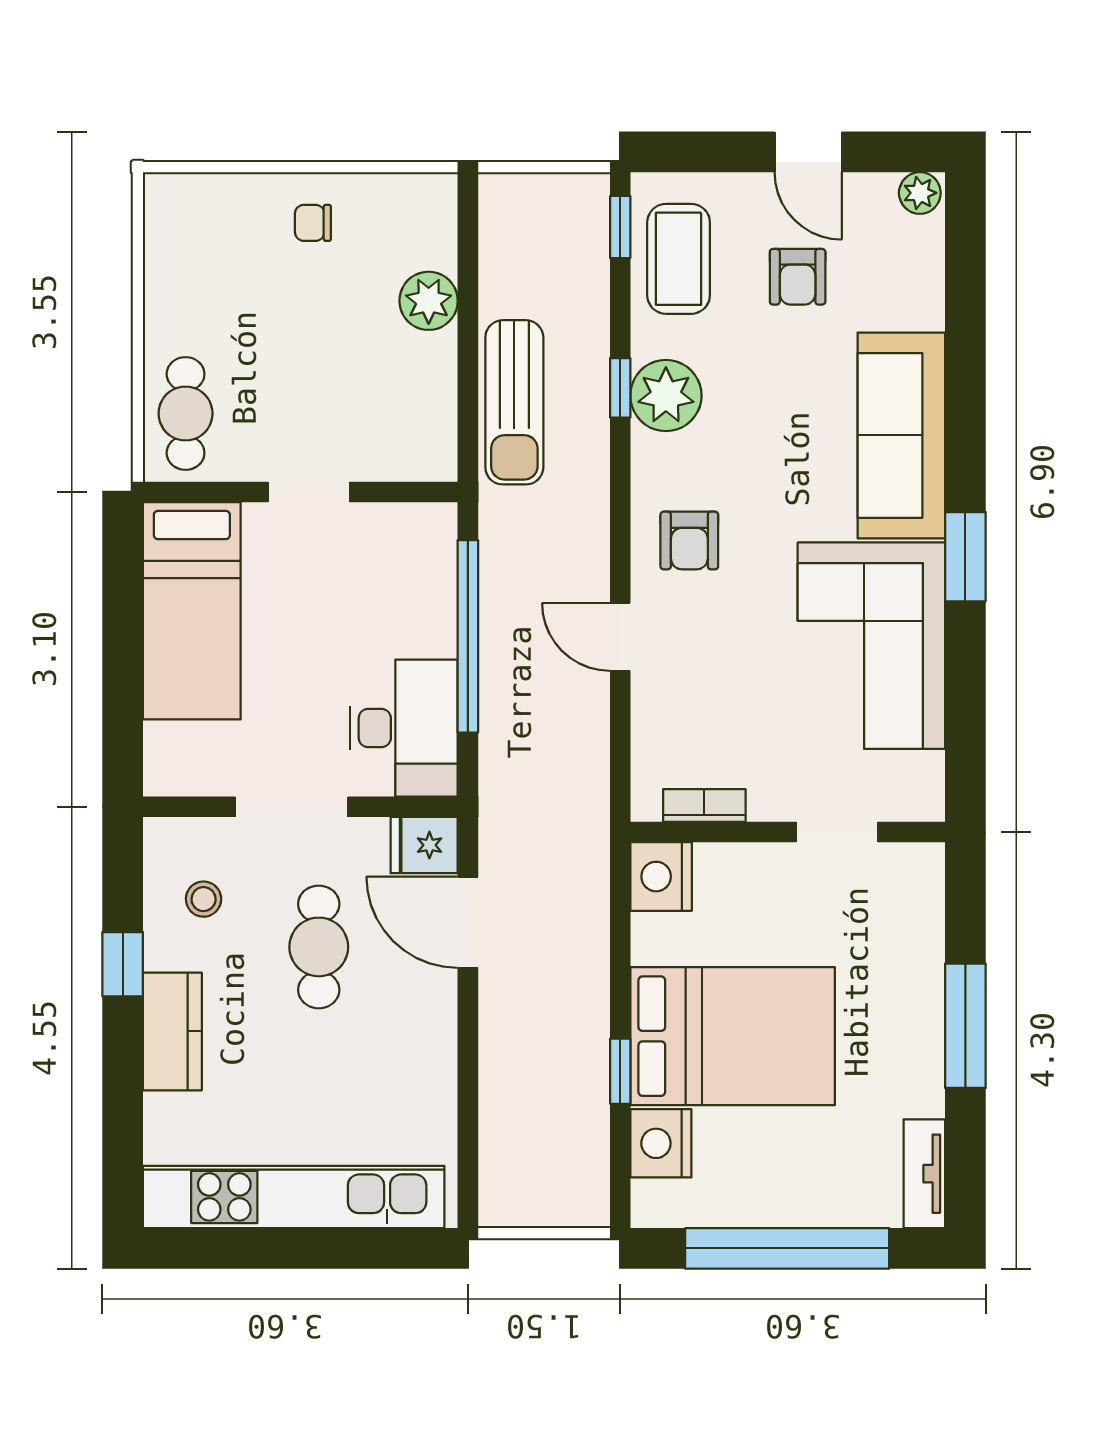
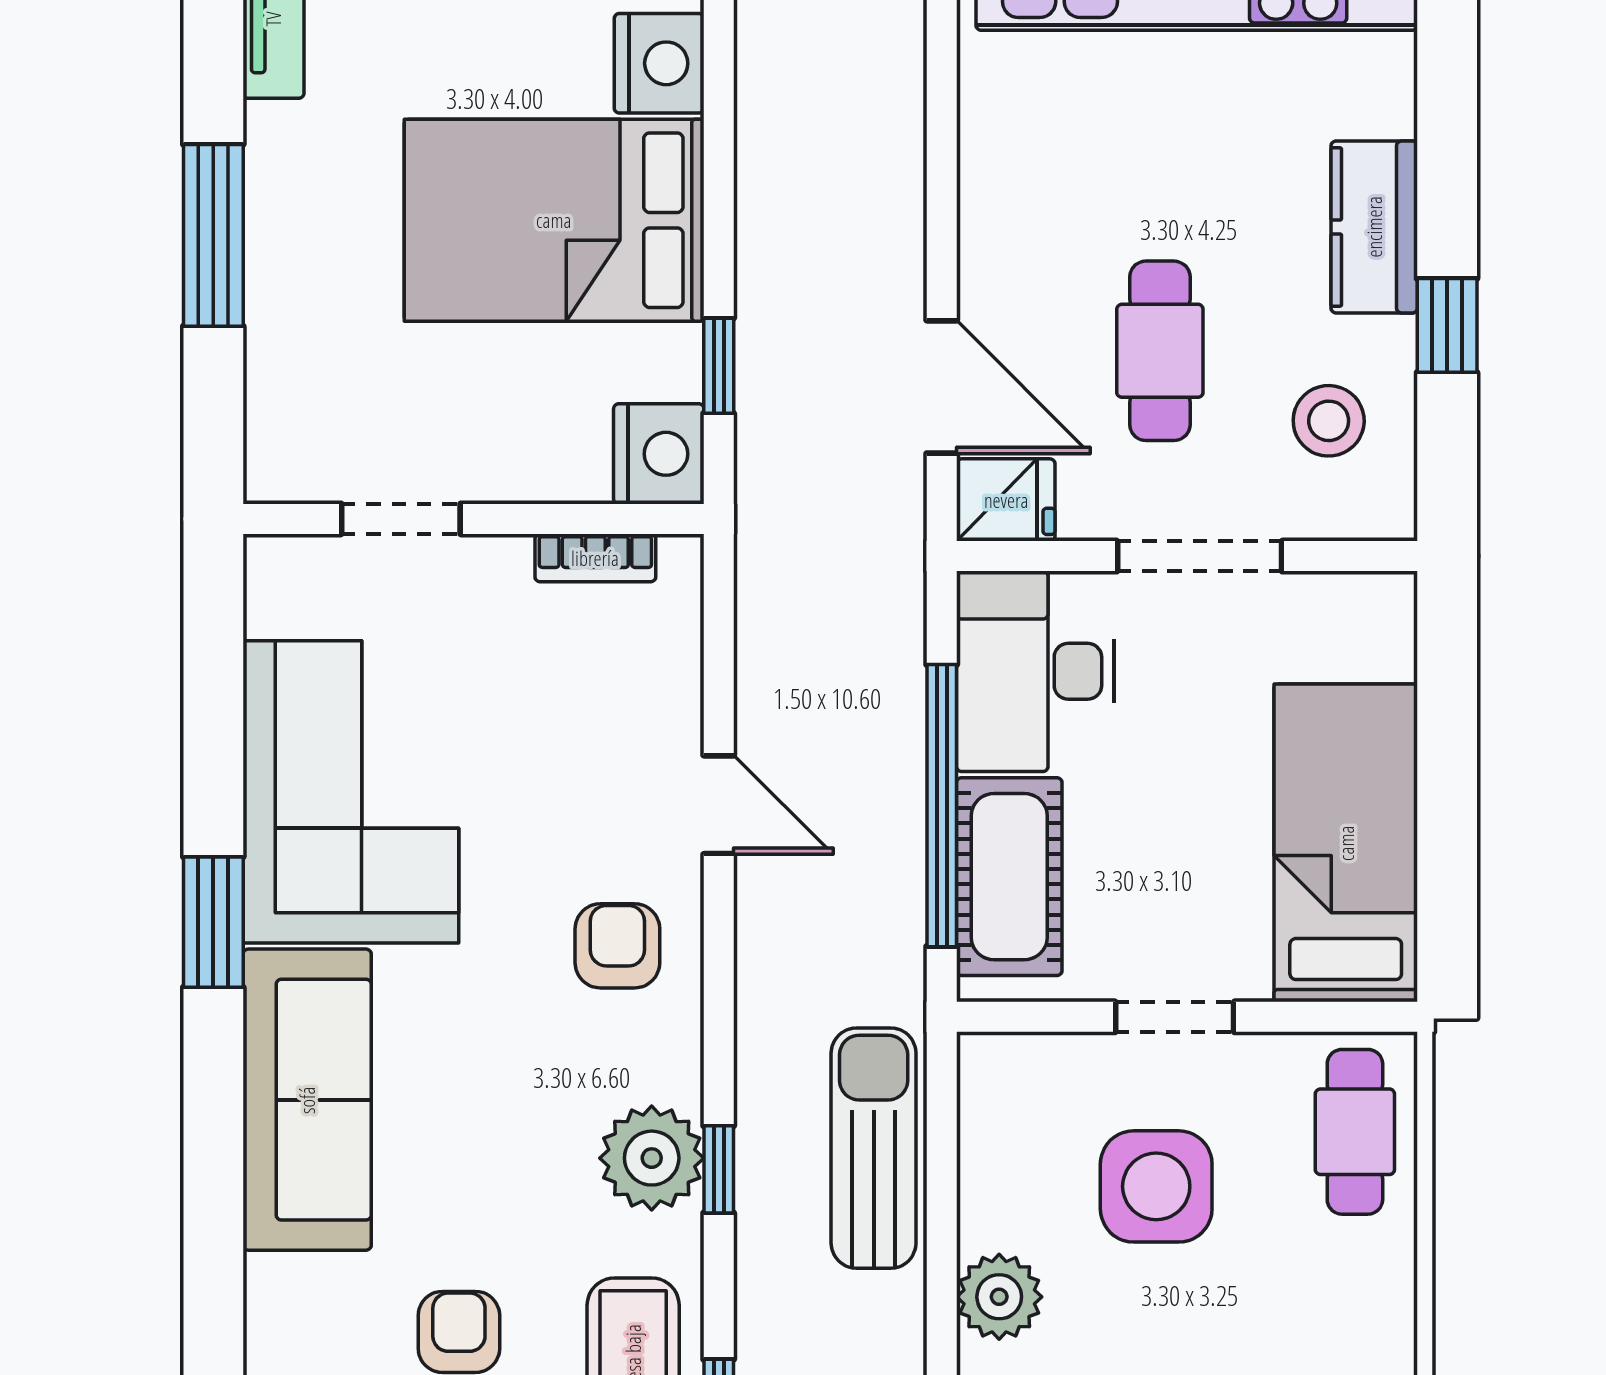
side table: (321, 376) -> (1156, 1186), added
cot: (422, 588) -> (1009, 877), added
stool: (204, 899) -> (1329, 421), width x1.37, depth x1.37
window: (620, 1071) -> (719, 366), moved

